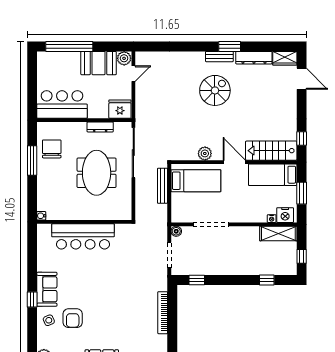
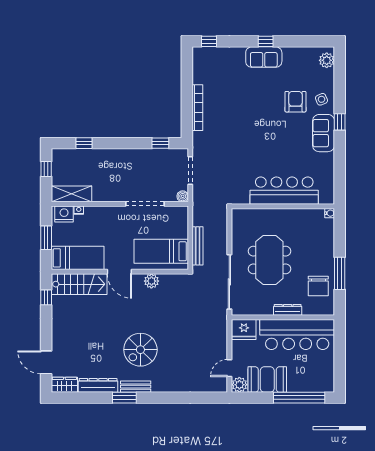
bar counter: (62, 104) -> (297, 334), width x1.36
dresser: (100, 127) -> (288, 310), moved

